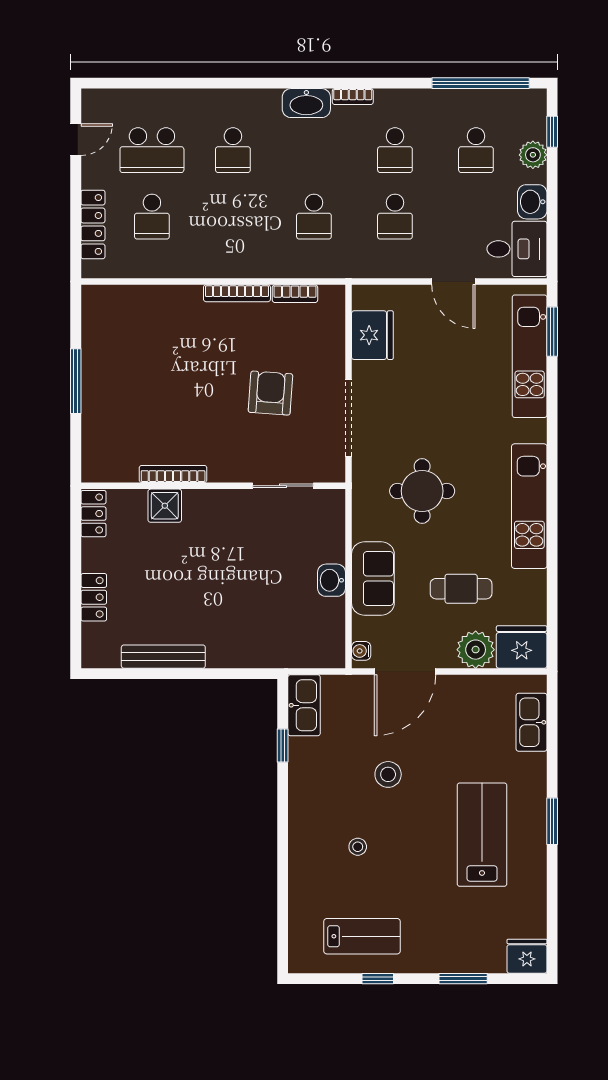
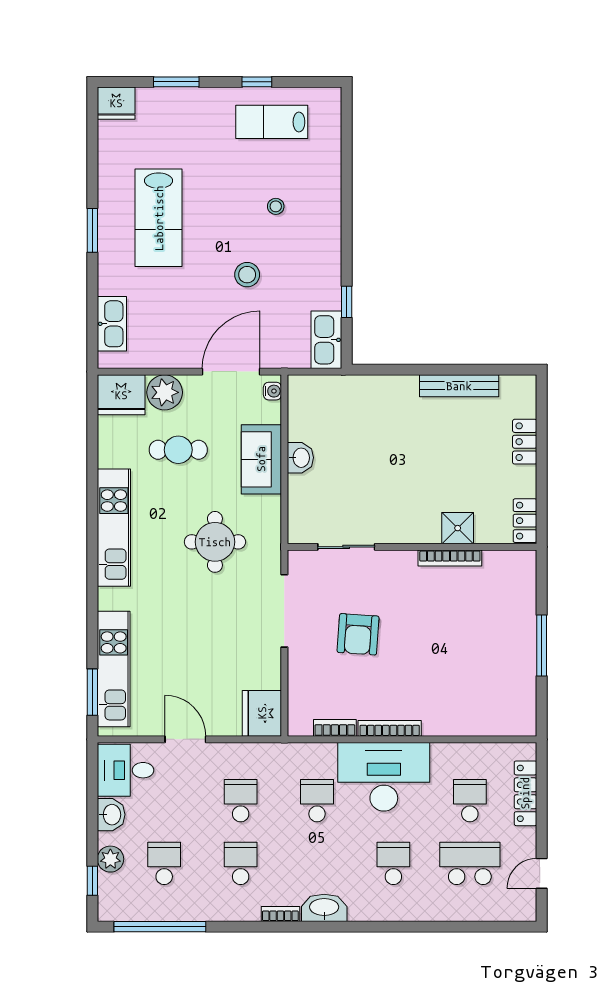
desk: (243, 242) -> (384, 777), added
fridge: (372, 335) -> (262, 713), moved

